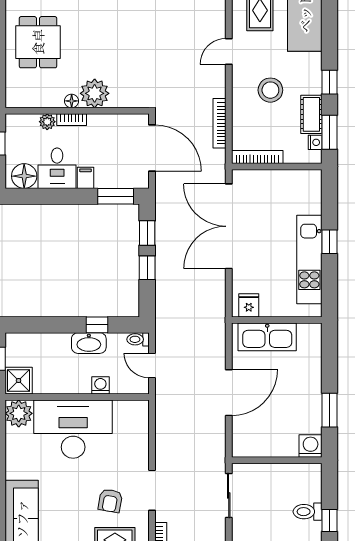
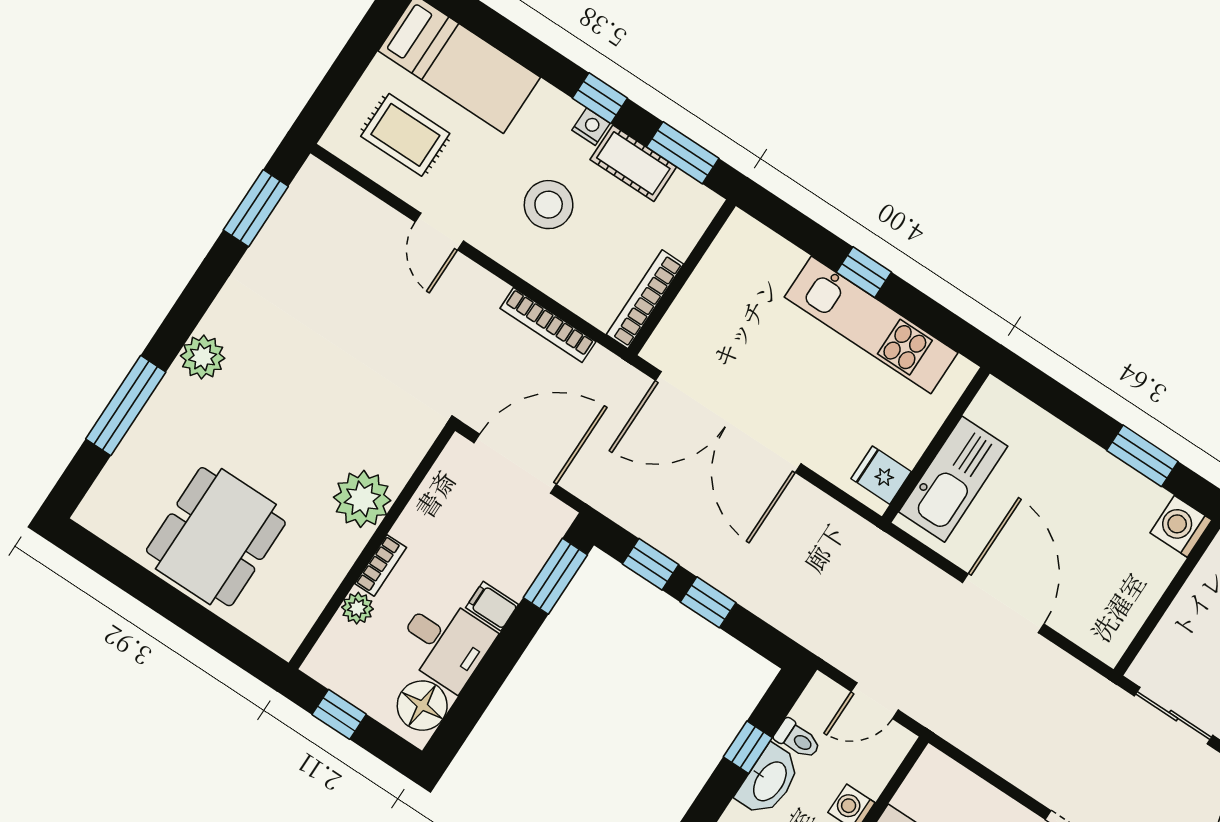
dining table: (38, 42) -> (216, 537), width x1.37
floor lamp: (72, 101) -> (350, 545), removed
nightstand: (315, 142) -> (591, 127), moved
toilet: (138, 339) -> (798, 739), moved, turned -90

